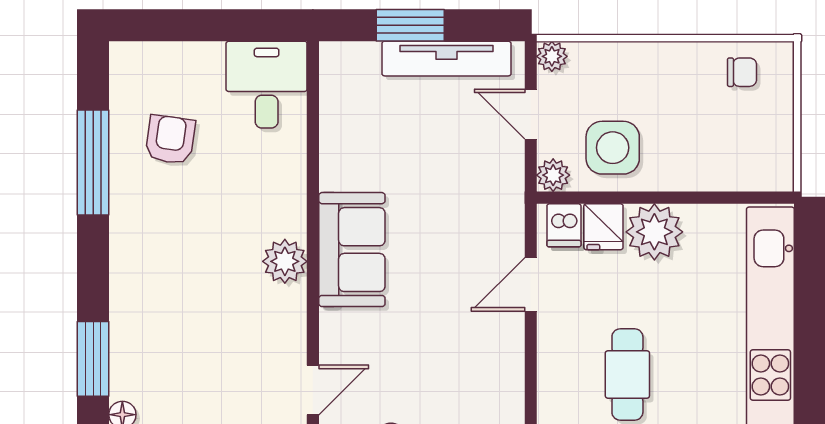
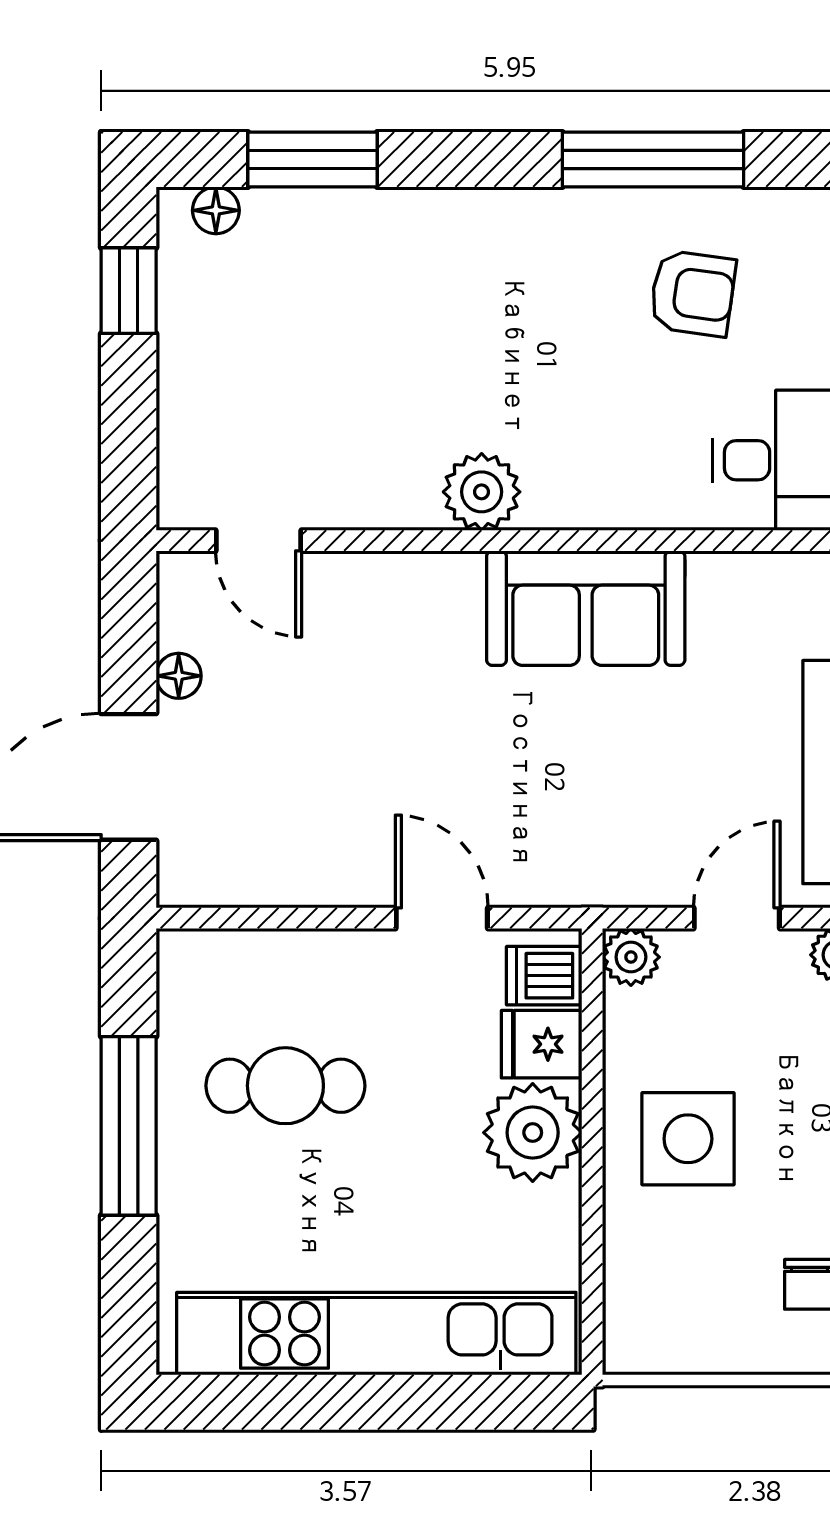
side table: (613, 148) -> (688, 1139), moved
sofa: (352, 250) -> (586, 608), moved

